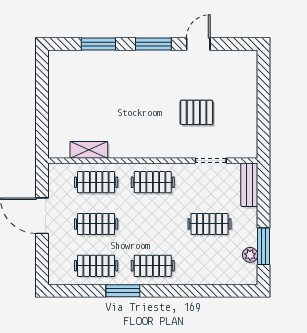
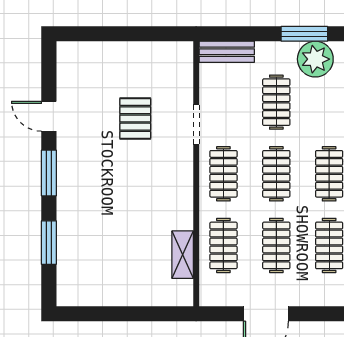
doorway: (211, 161) -> (196, 125), moved
clothes rail: (153, 224) -> (276, 174), added
plant: (250, 255) -> (315, 59), width x1.88, depth x1.88

